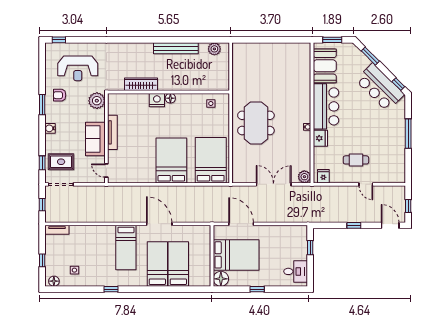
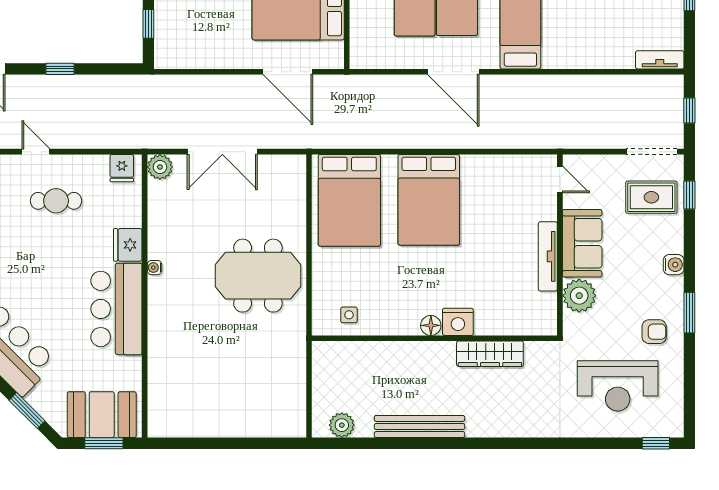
booth: (325, 66) -> (102, 415), moved, turned 90
reception desk: (78, 68) -> (618, 386), turned 180
plant: (97, 101) -> (579, 296), moved
meeting table: (256, 123) -> (258, 276), turned 90

